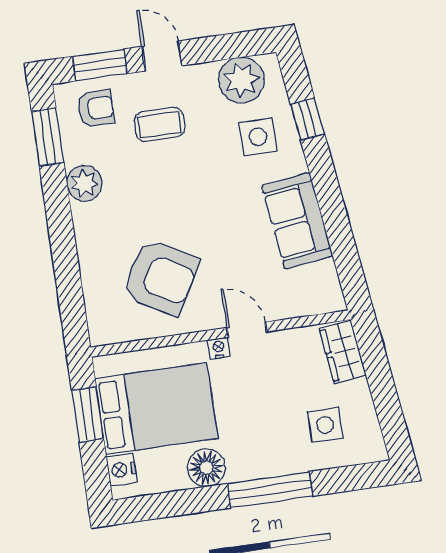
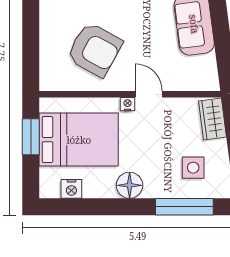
floor lamp: (206, 468) -> (130, 185), moved
nightstand: (122, 470) -> (71, 189), moved, turned -90
window: (270, 490) -> (184, 207), moved

